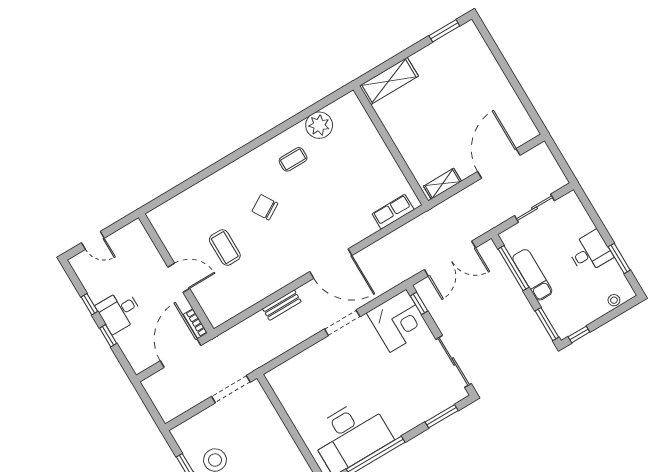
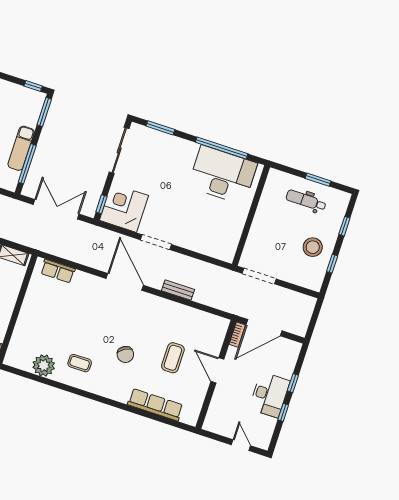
row of seats: (196, 195) -> (155, 405), added
desk: (119, 311) -> (269, 395), width x1.37

